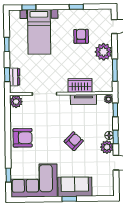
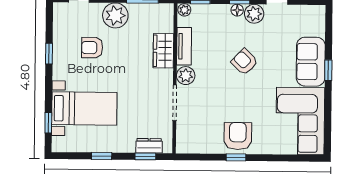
plant: (16, 102) -> (186, 76), moved
window: (8, 175) -> (236, 157), moved

